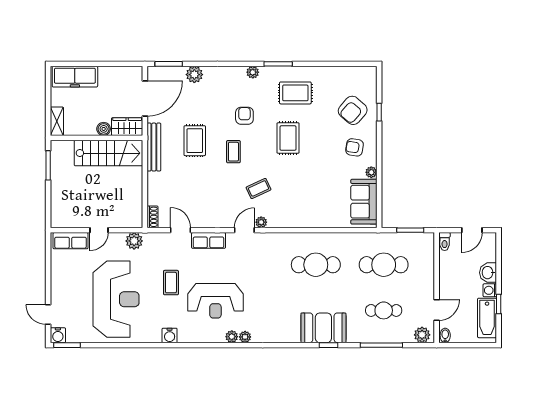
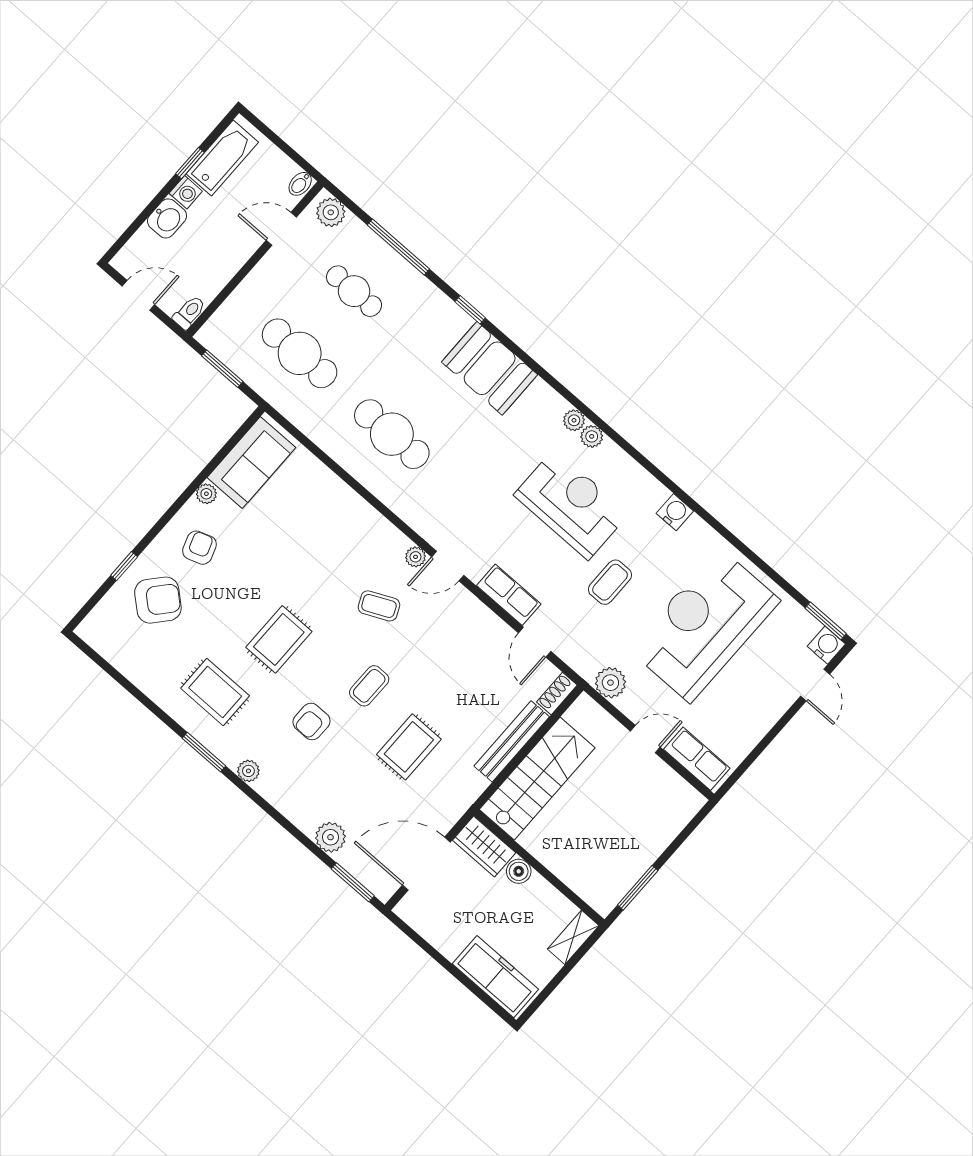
bench: (154, 147) -> (512, 741), moved
armchair: (355, 147) -> (199, 548), turned -118
stairs: (108, 153) -> (537, 779), moved, turned 90
booth: (323, 328) -> (490, 368), moved

